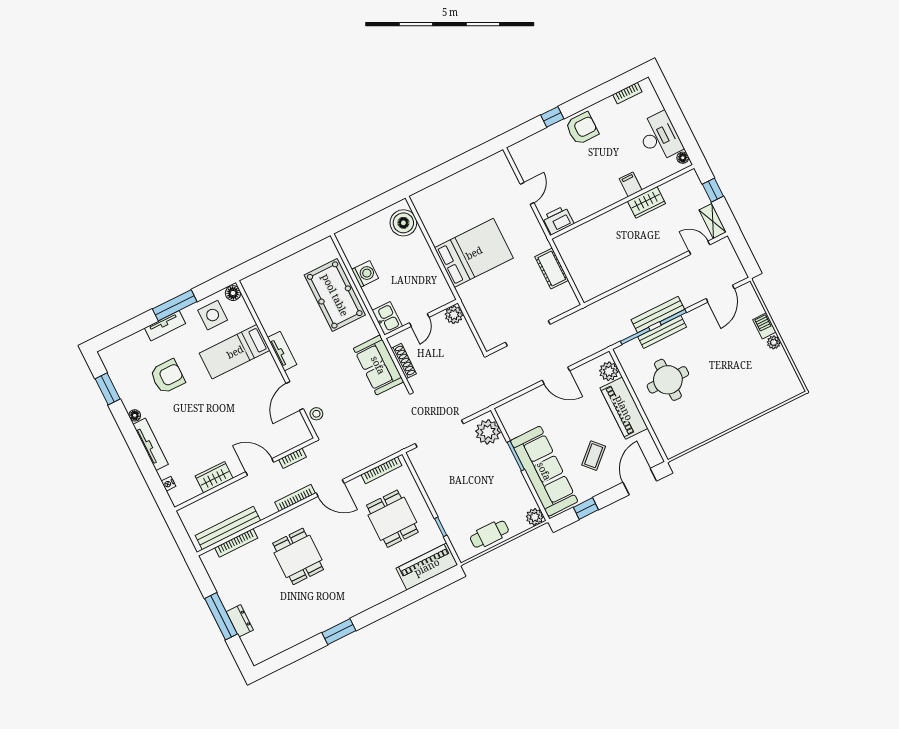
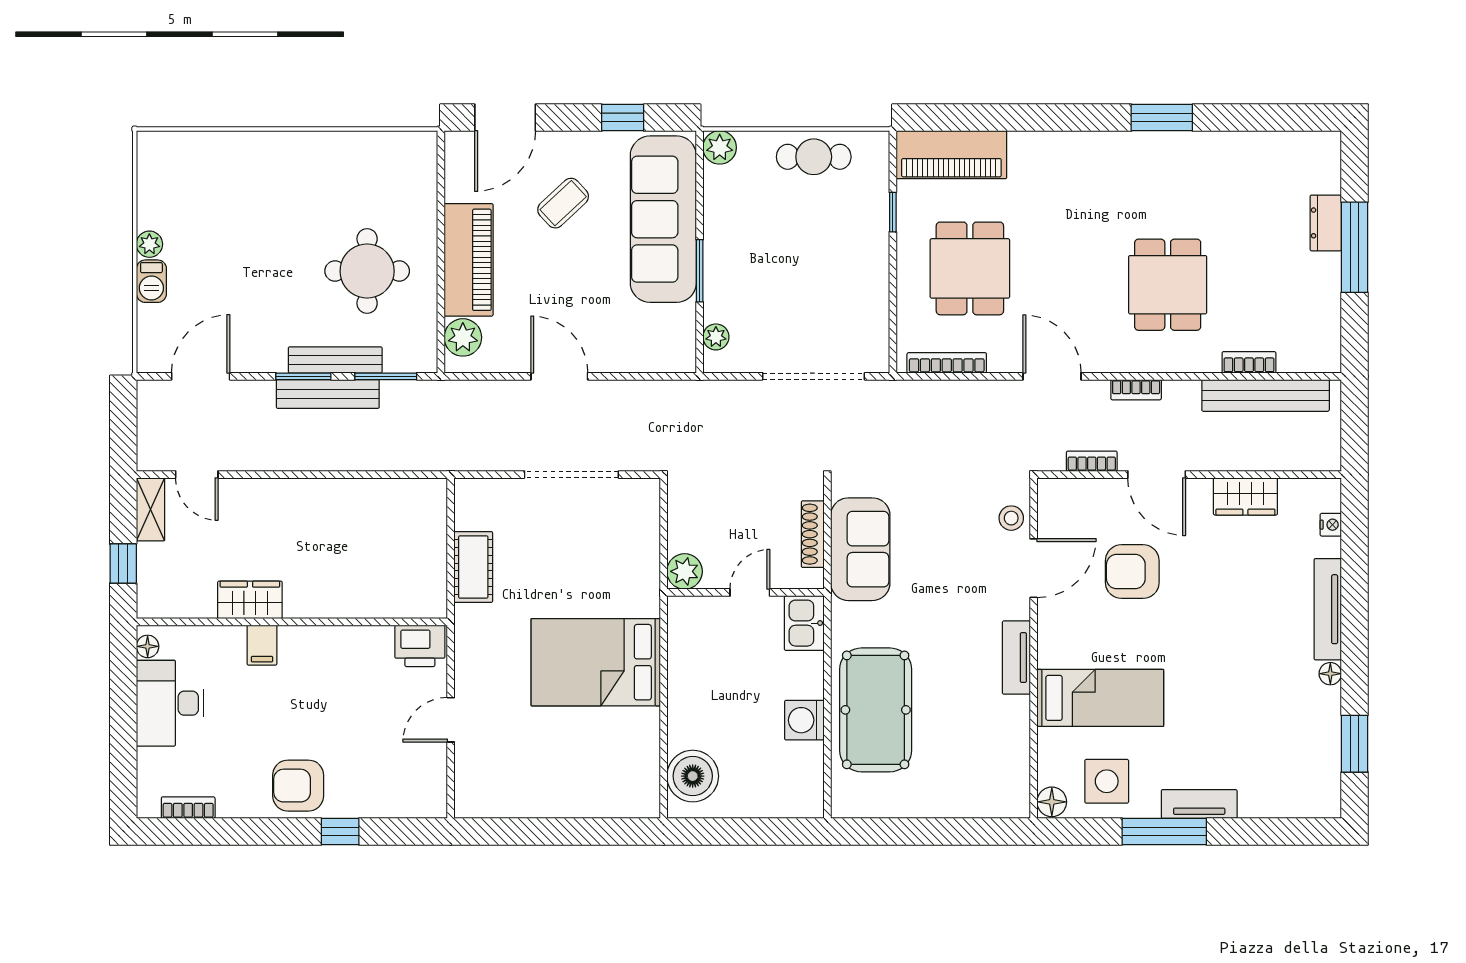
armchair: (167, 376) -> (1132, 572), moved
plant: (488, 432) -> (716, 337), width x0.53, depth x0.53
bookcase: (295, 498) -> (1136, 390), width x0.64
bookcase: (236, 543) -> (1249, 362), width x0.64

